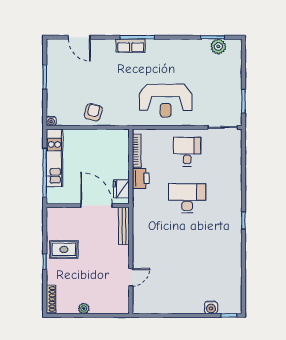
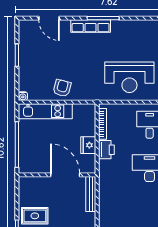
row of seats: (131, 46) -> (91, 26), width x1.48
kitchen unit: (54, 158) -> (45, 111), moved, turned 90
fridge: (121, 189) -> (88, 145), moved

